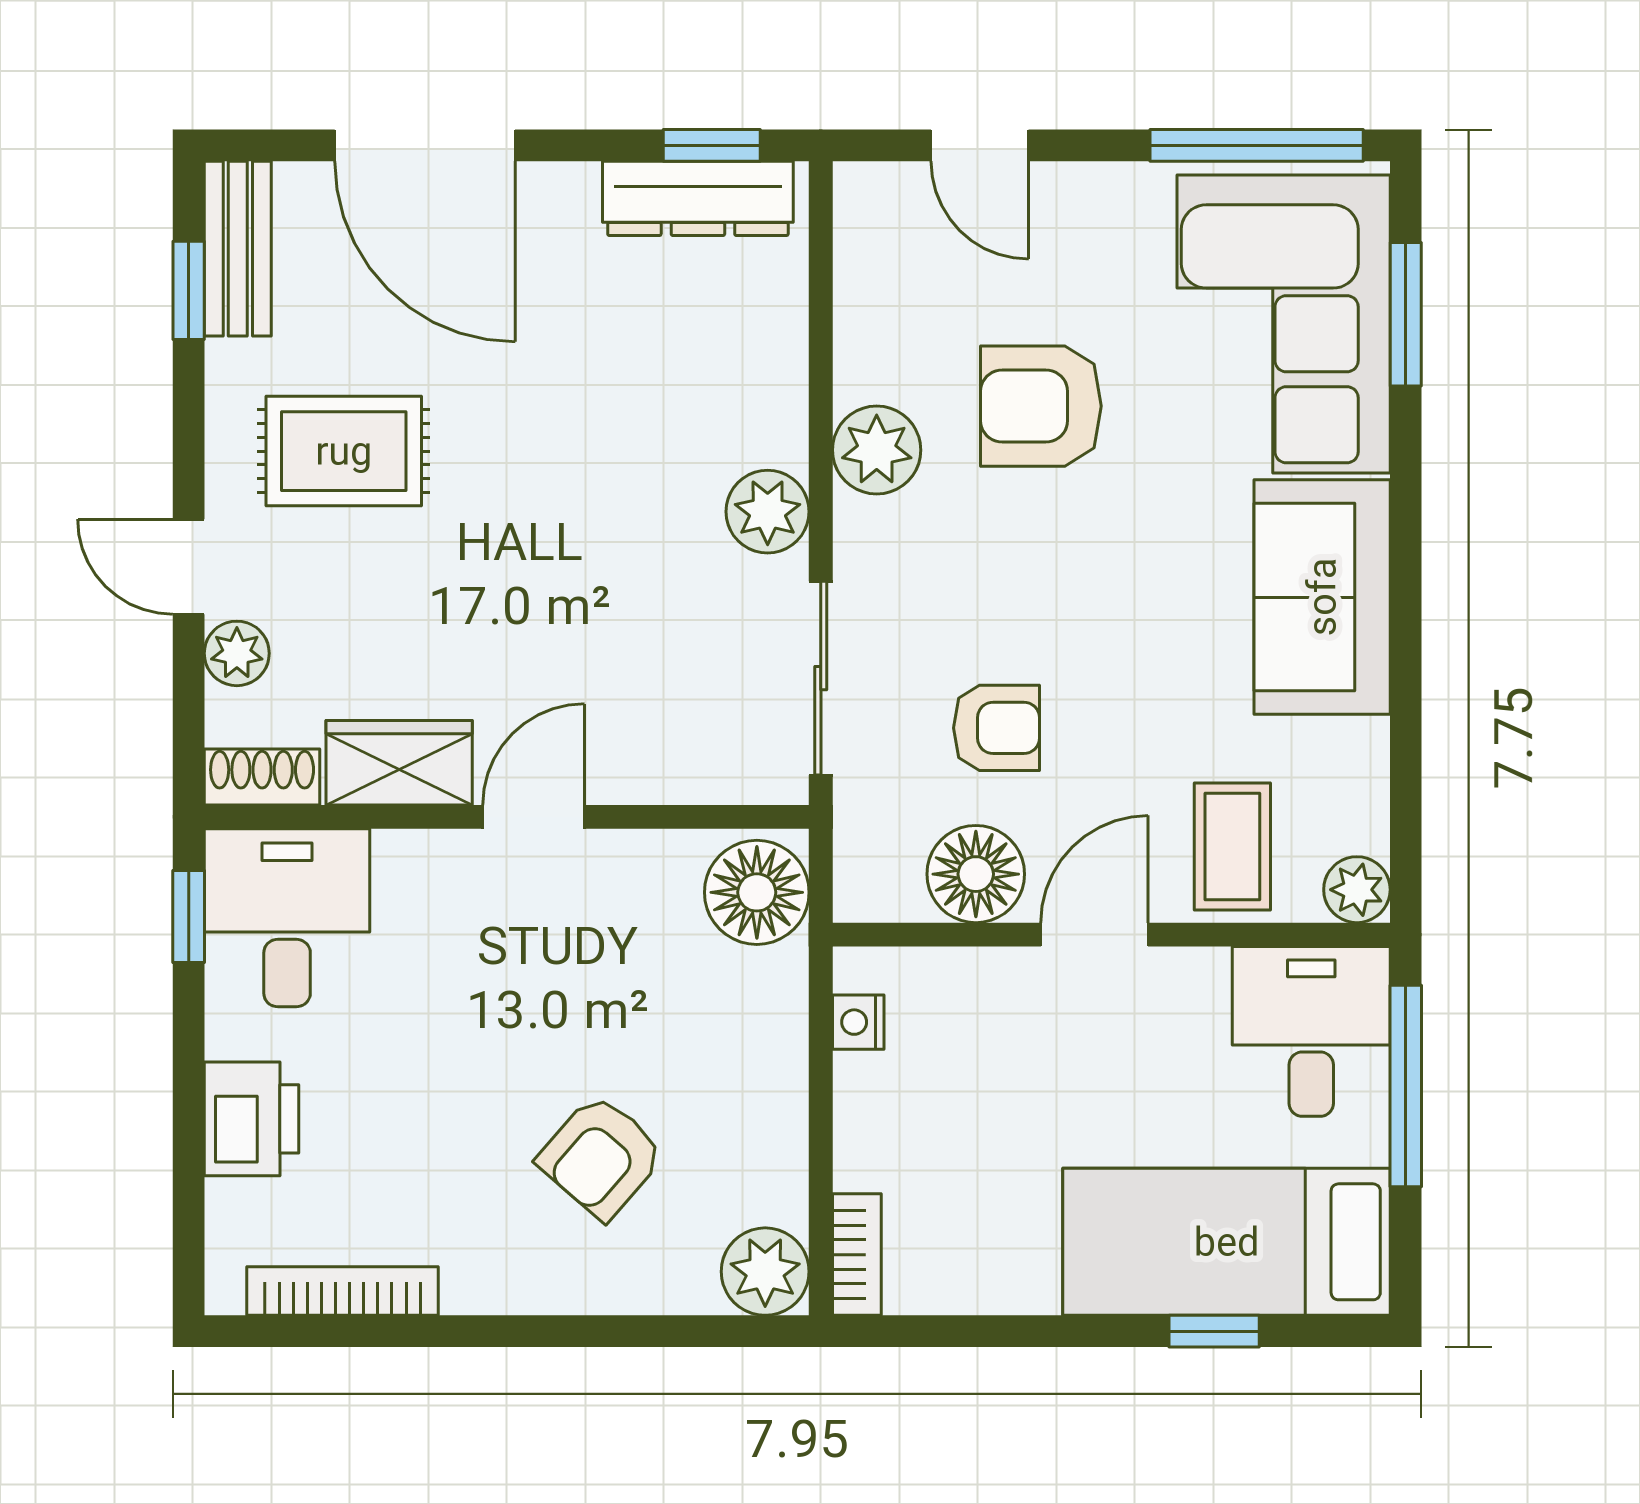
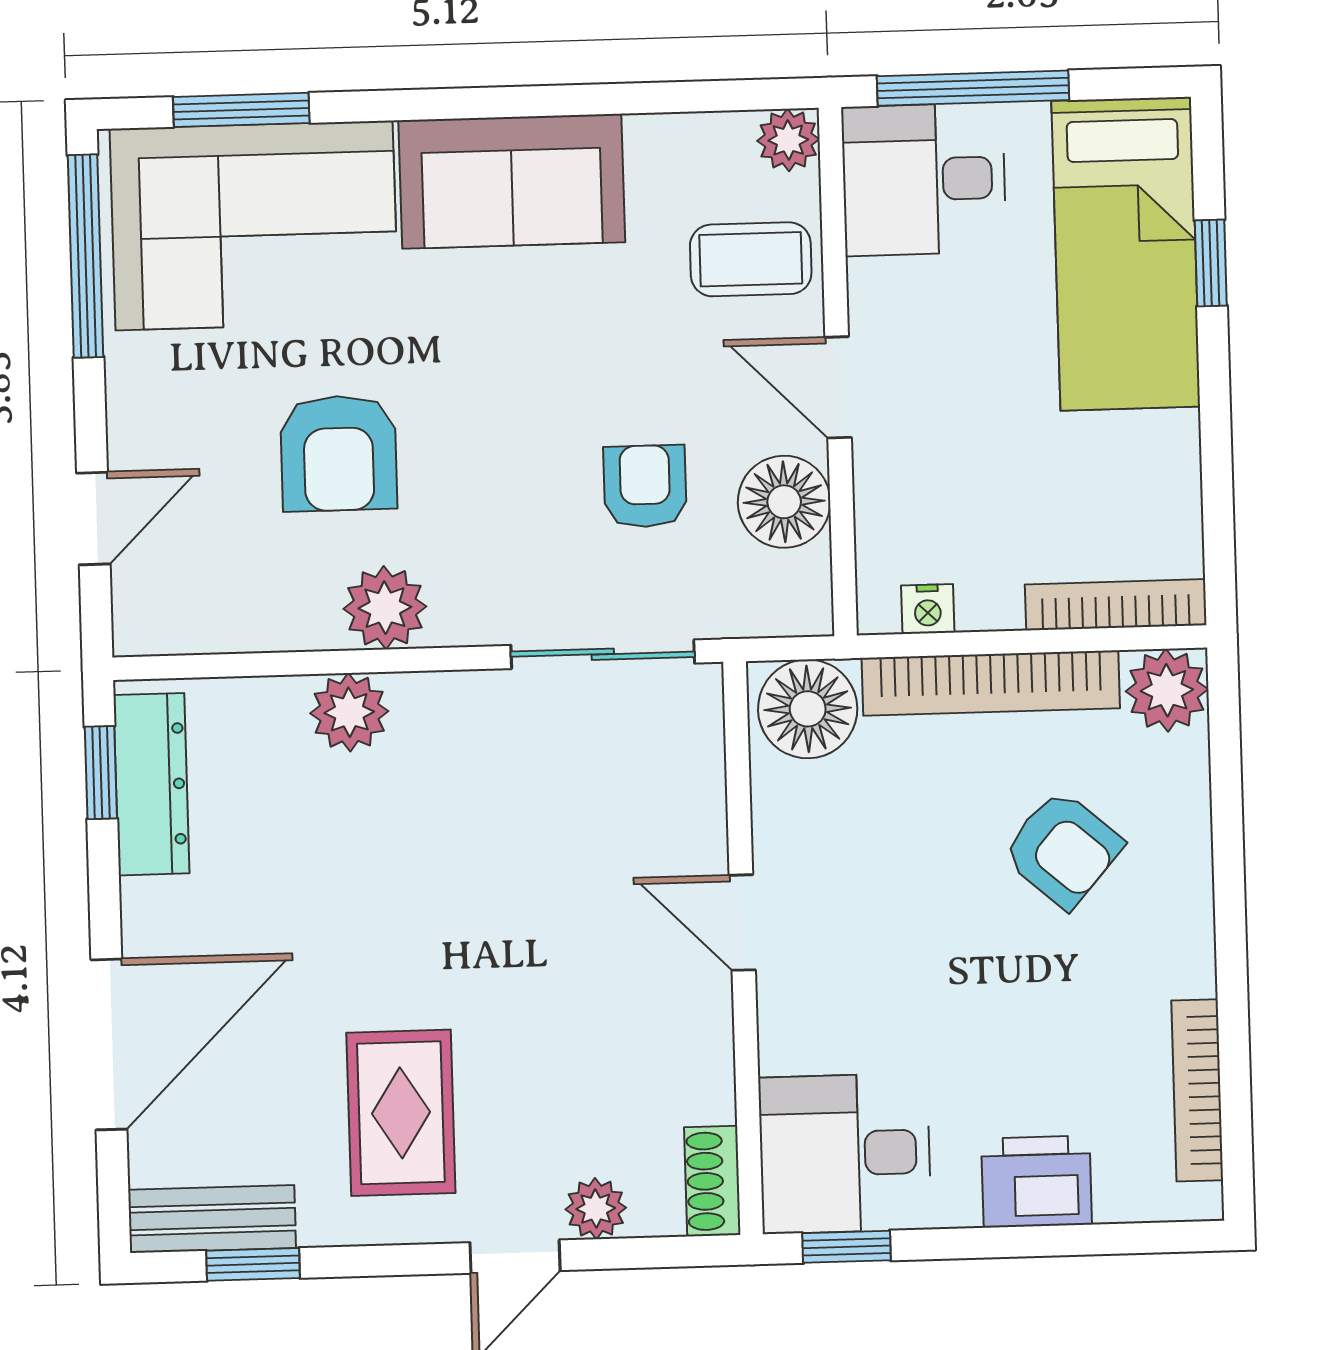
plant: (768, 512) -> (349, 712), moved
wardrobe: (399, 763) -> (695, 1052), removed
bookcase: (778, 1086) -> (991, 683), added
bookcase: (857, 1255) -> (1116, 605), width x1.56

